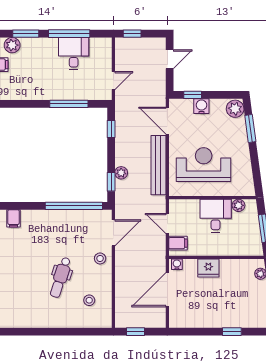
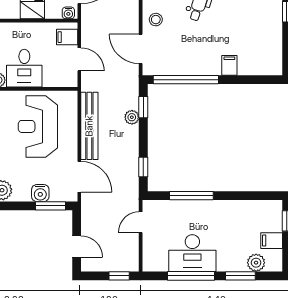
desk: (74, 54) -> (192, 253), width x1.37
door: (170, 59) -> (77, 247), swing flipped
window: (193, 95) -> (50, 206), width x1.50
reception desk: (204, 165) -> (38, 126), turned 90
filing cabinet: (14, 218) -> (229, 65), moved
door: (113, 233) -> (141, 49), hinge flipped

